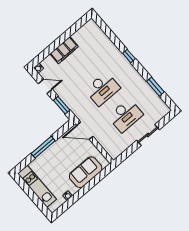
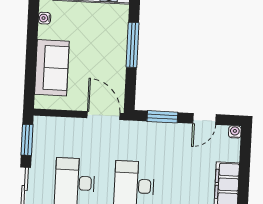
door: (85, 131) -> (104, 116), hinge flipped
window: (127, 153) -> (27, 140), added

